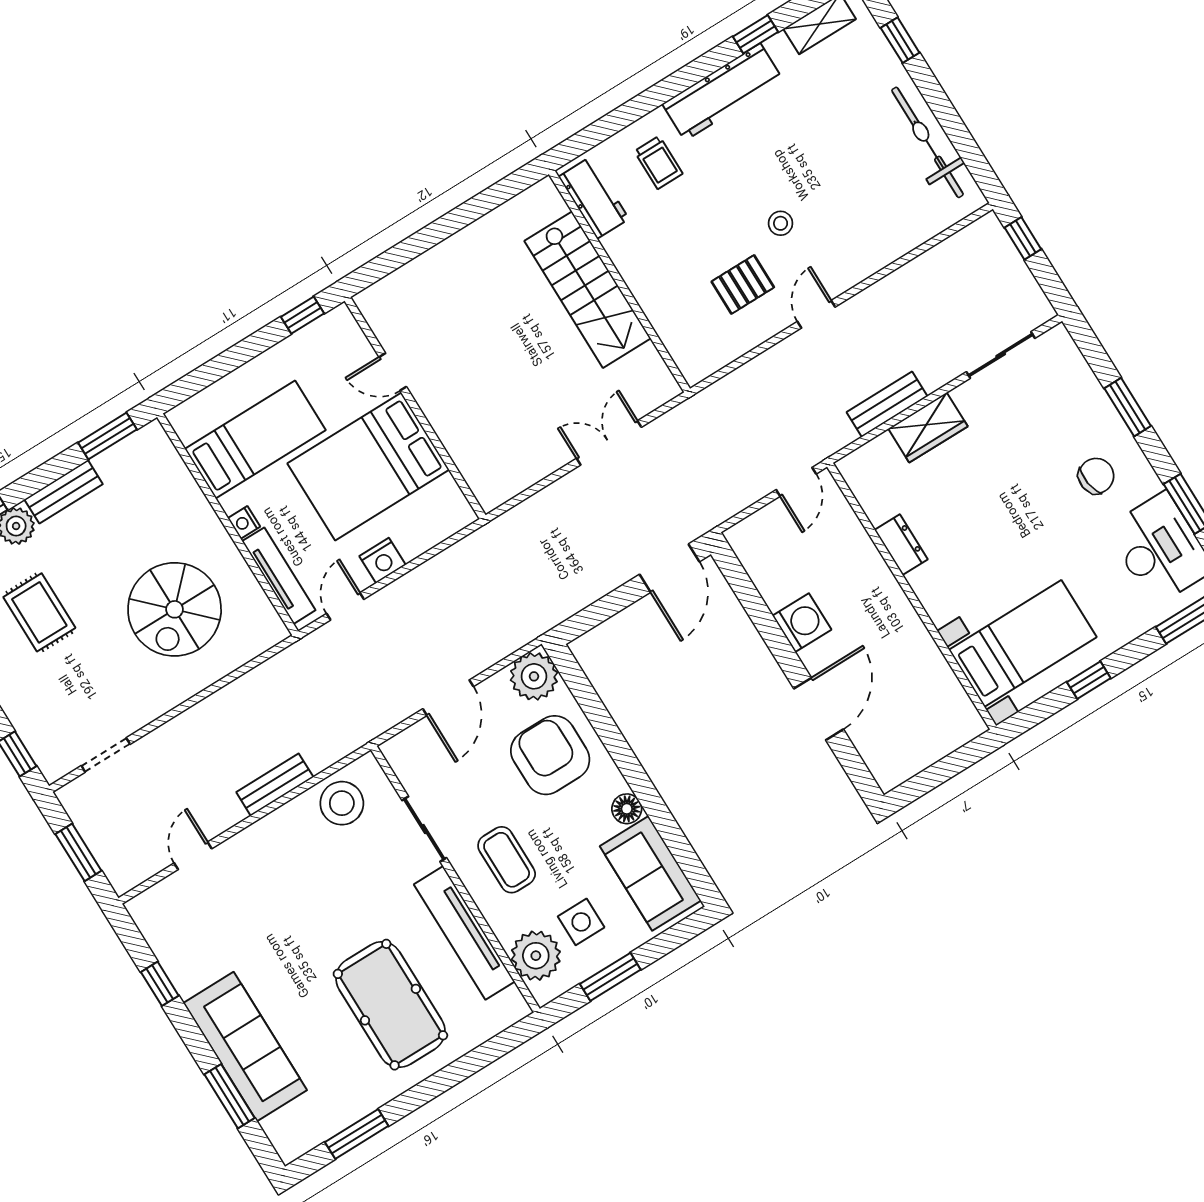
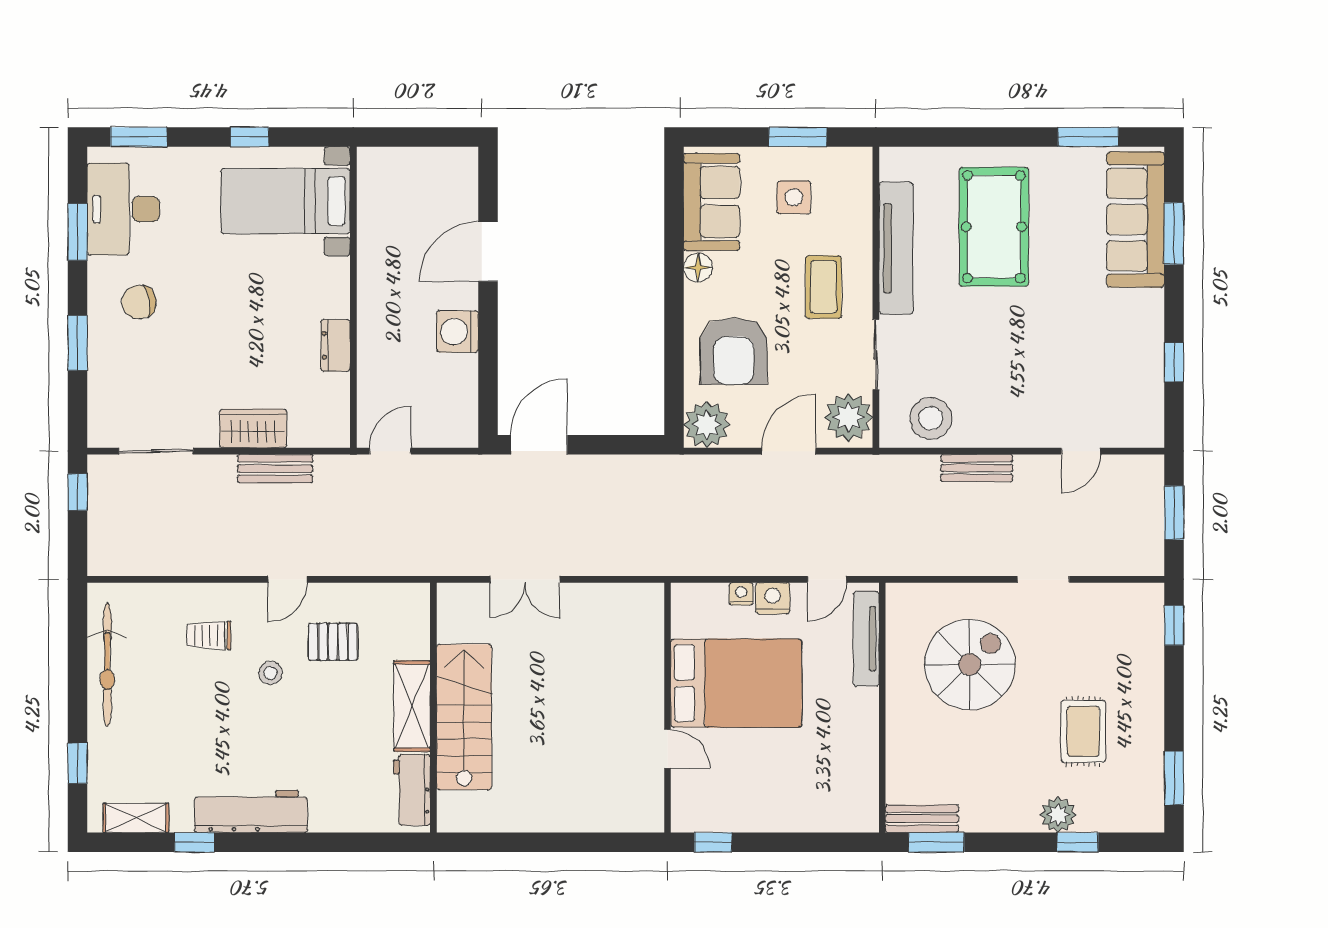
trolley: (658, 162) -> (209, 635), moved, turned -90
window: (1023, 238) -> (78, 492), moved
shelving: (639, 271) -> (412, 706), added
bed: (255, 439) -> (816, 764), removed
bench: (64, 492) -> (922, 819), moved
nightstand: (244, 522) -> (741, 594), moved, turned -90
doorway: (106, 755) -> (1043, 579), moved
plant: (536, 956) -> (849, 417), moved
sofa: (245, 1047) -> (1136, 220), moved

